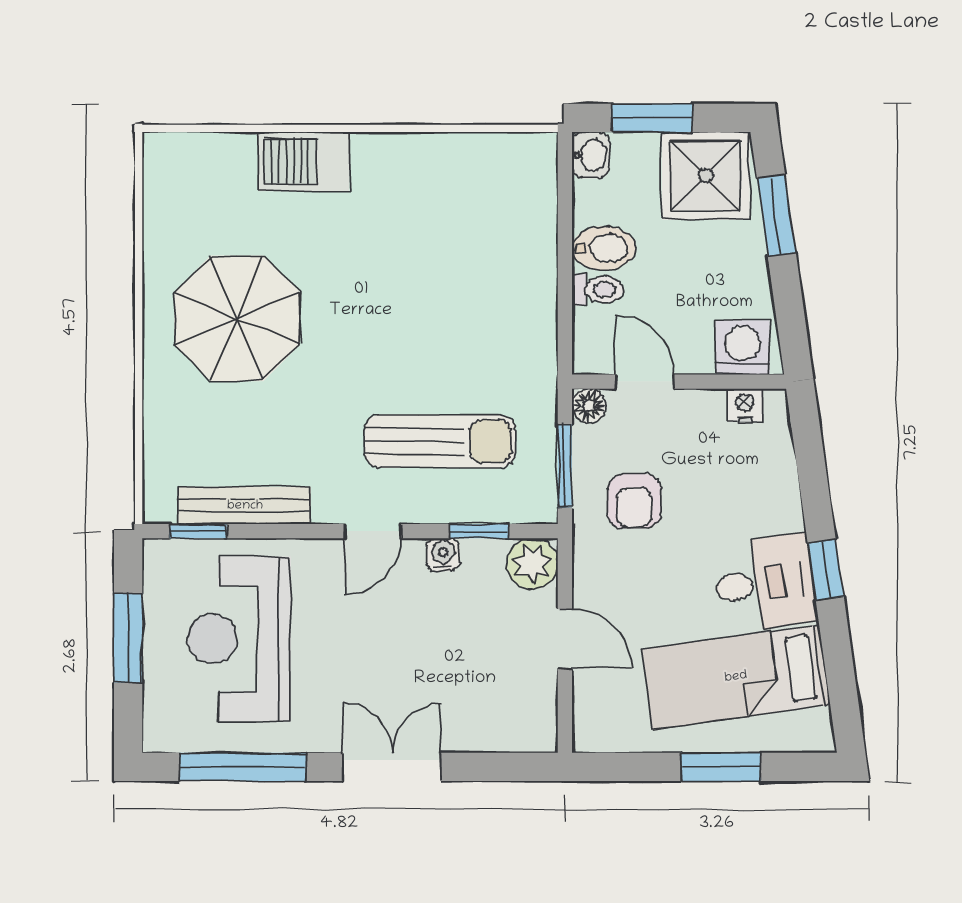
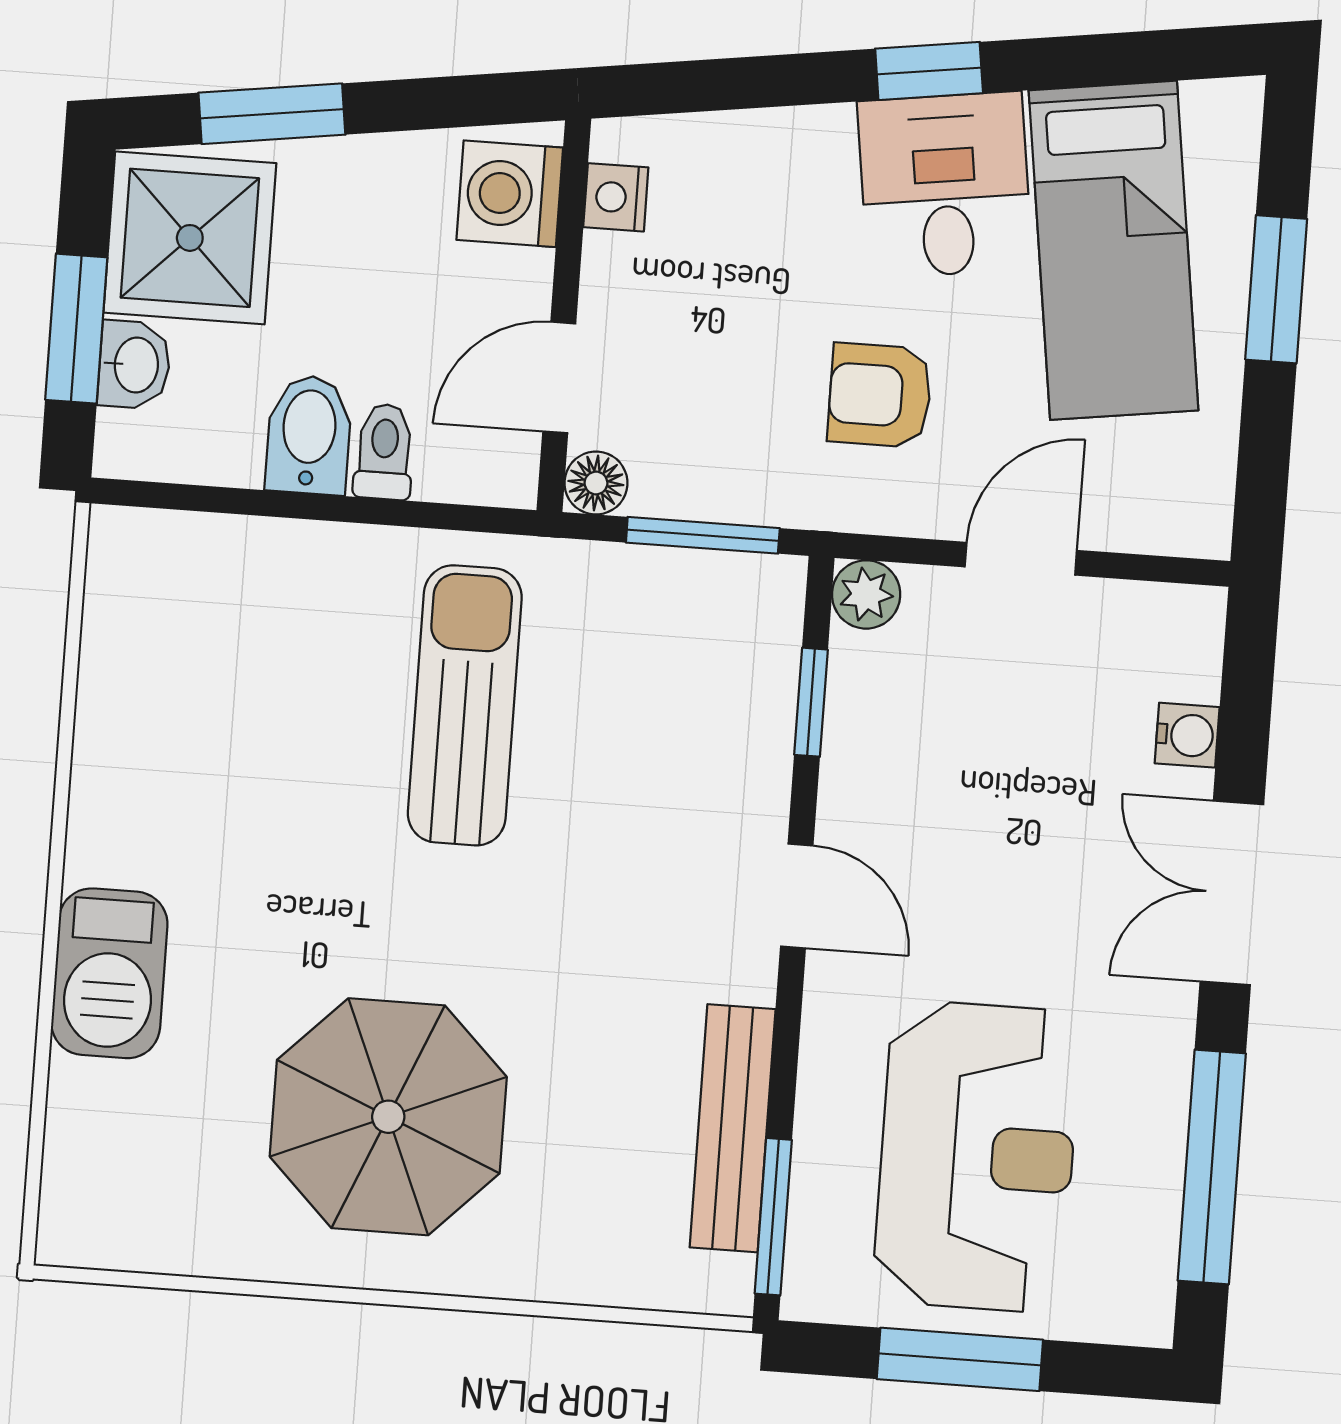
washbasin: (591, 155) -> (134, 365), moved, turned 90
sun lounger: (440, 441) -> (465, 705), moved
armchair: (634, 501) -> (880, 395), moved, turned 180
window: (198, 531) -> (773, 1217), width x1.50
water cooler: (443, 555) -> (1187, 735), moved, turned 180
plant: (532, 564) -> (866, 594), width x0.73, depth x0.73
reception desk: (239, 639) -> (977, 1156), turned -90

